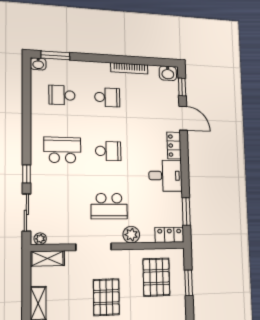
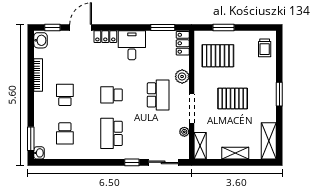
school desk: (108, 151) -> (112, 95), turned -90
plant: (40, 239) -> (184, 132), moved

